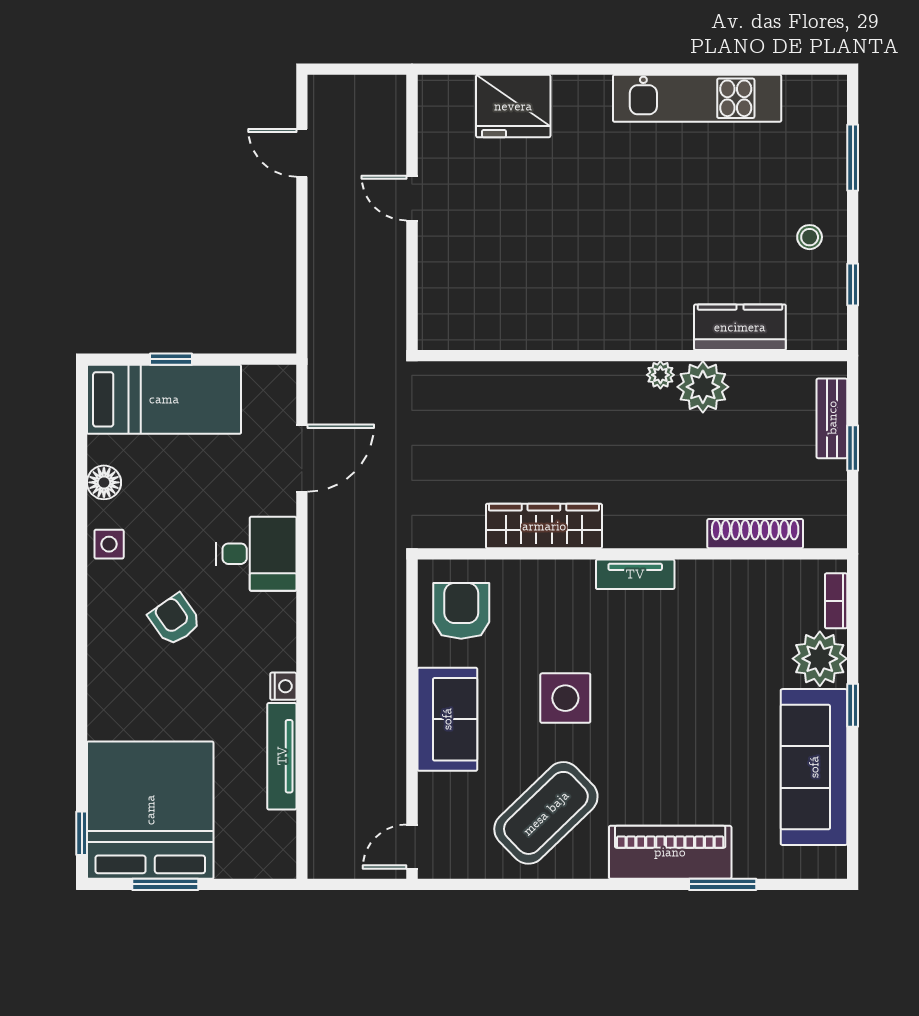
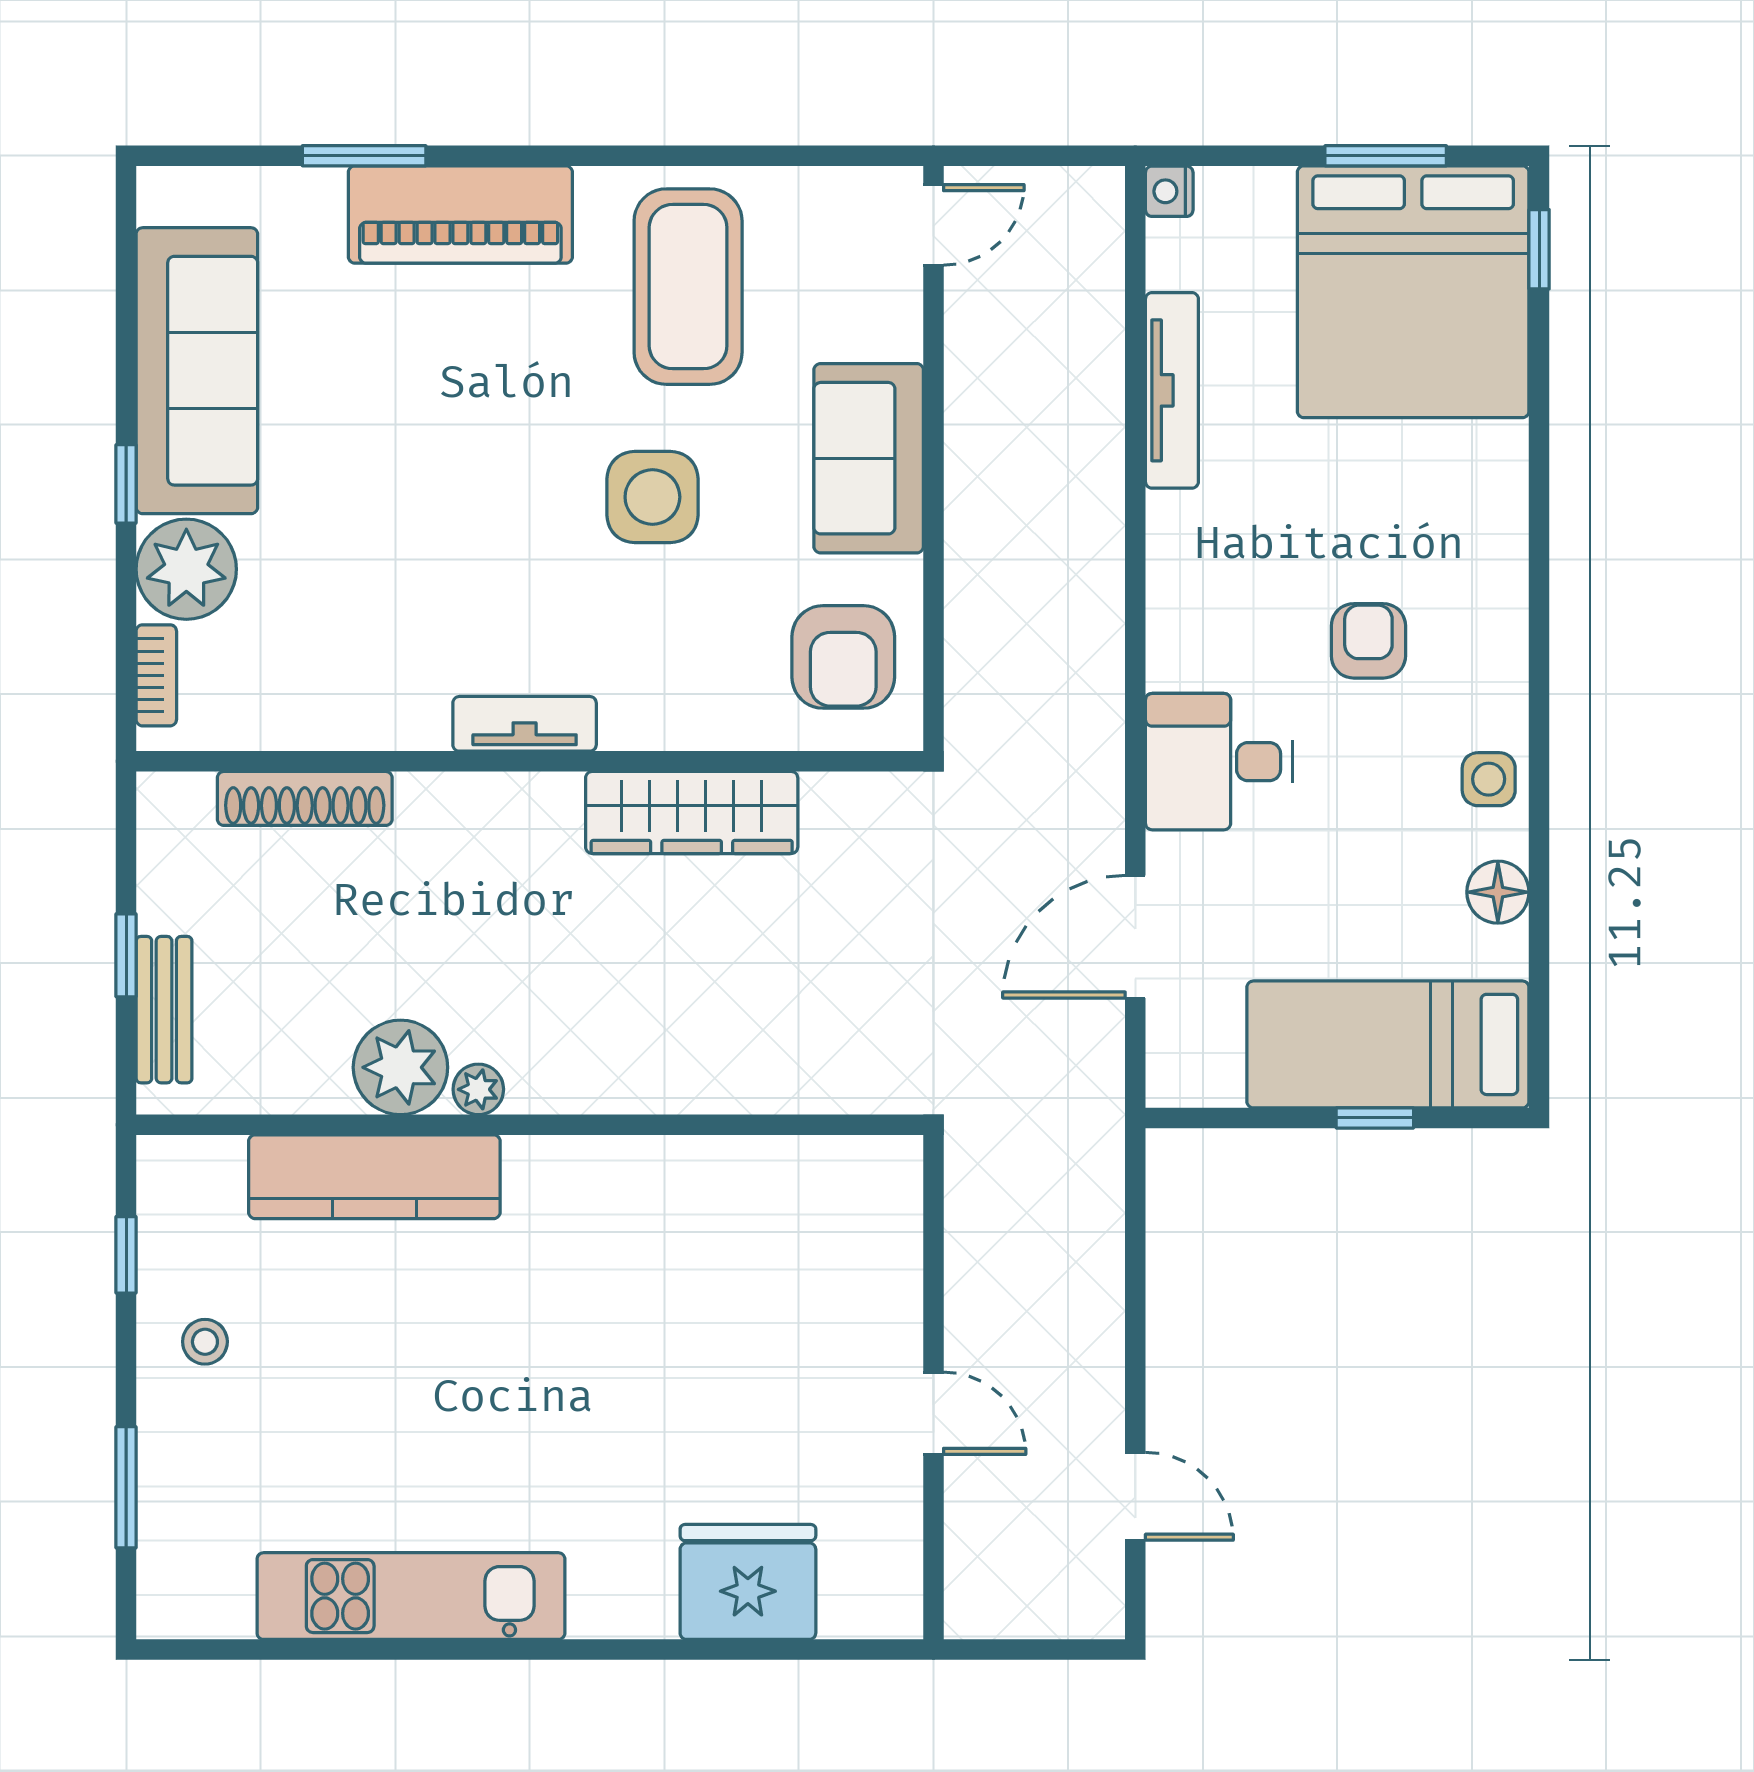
kitchen counter: (740, 327) -> (374, 1177), width x1.50
armchair: (175, 620) -> (1368, 641), turned -145
nightstand: (283, 686) -> (1169, 191), moved
coffee table: (546, 813) -> (688, 287), turned -46

